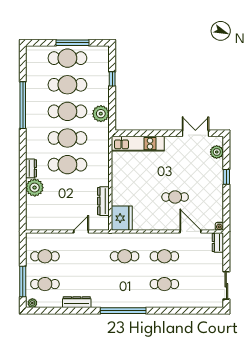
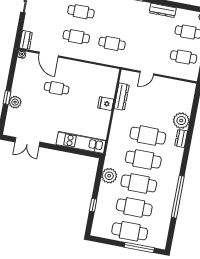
window: (73, 43) -> (139, 247), moved
plant: (217, 152) -> (15, 102), moved
fridge: (122, 218) -> (106, 104), moved, width x0.53, depth x0.75

